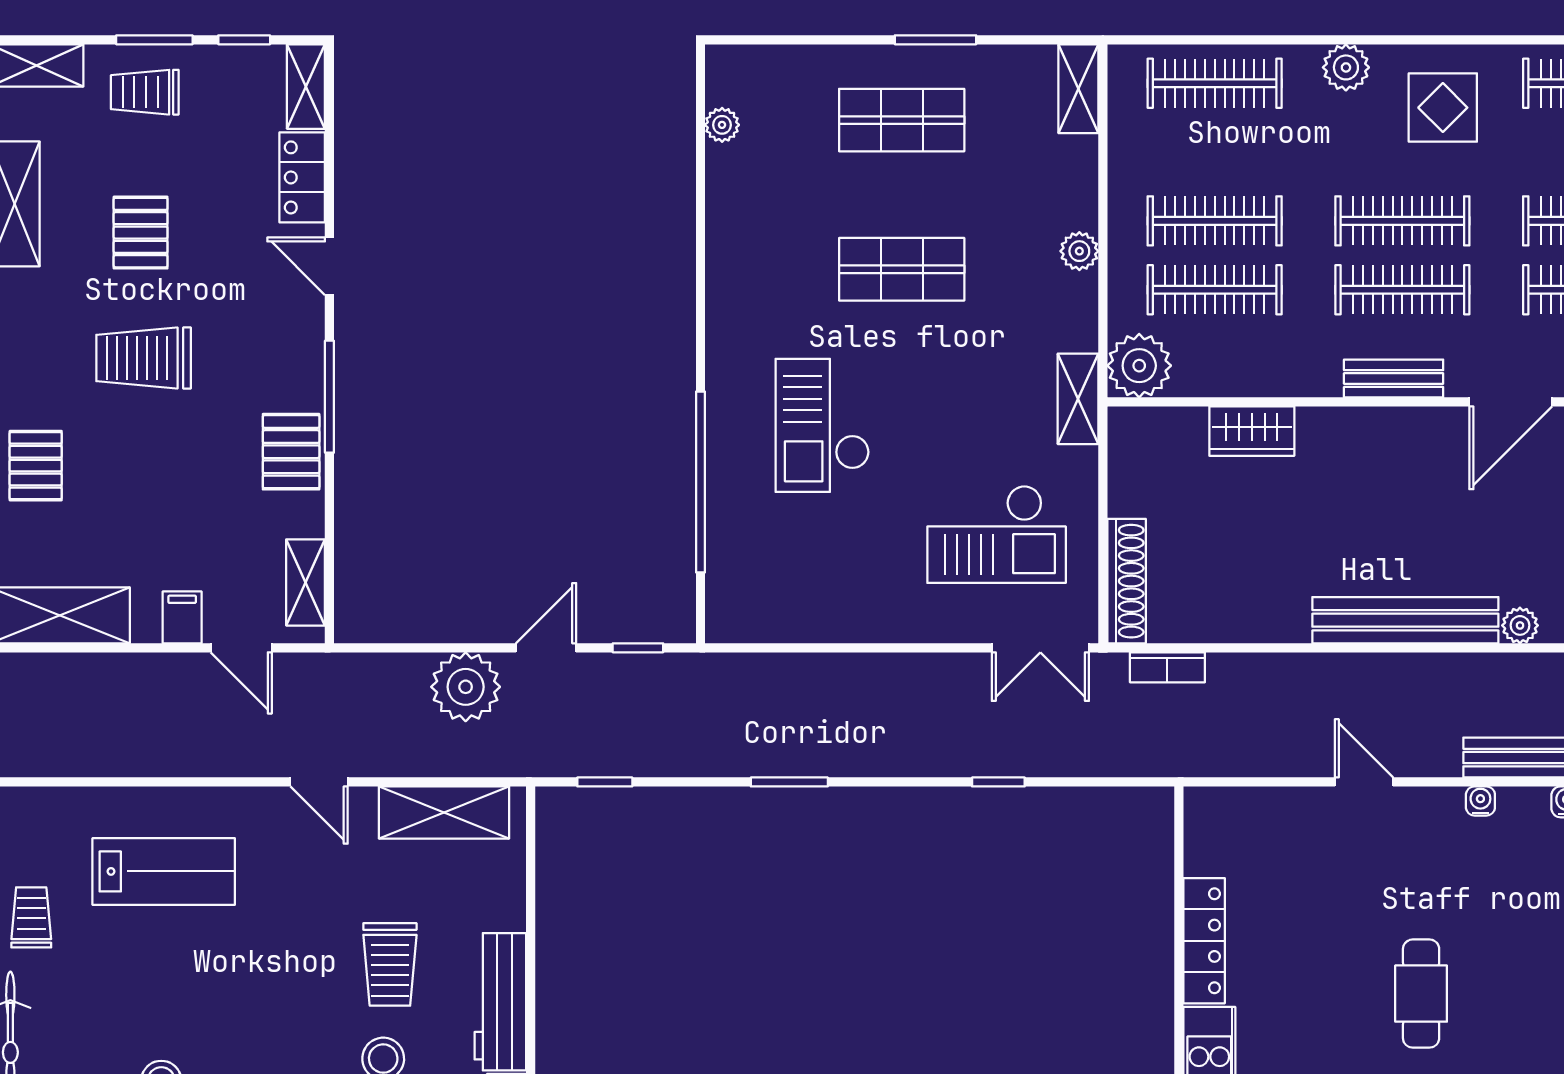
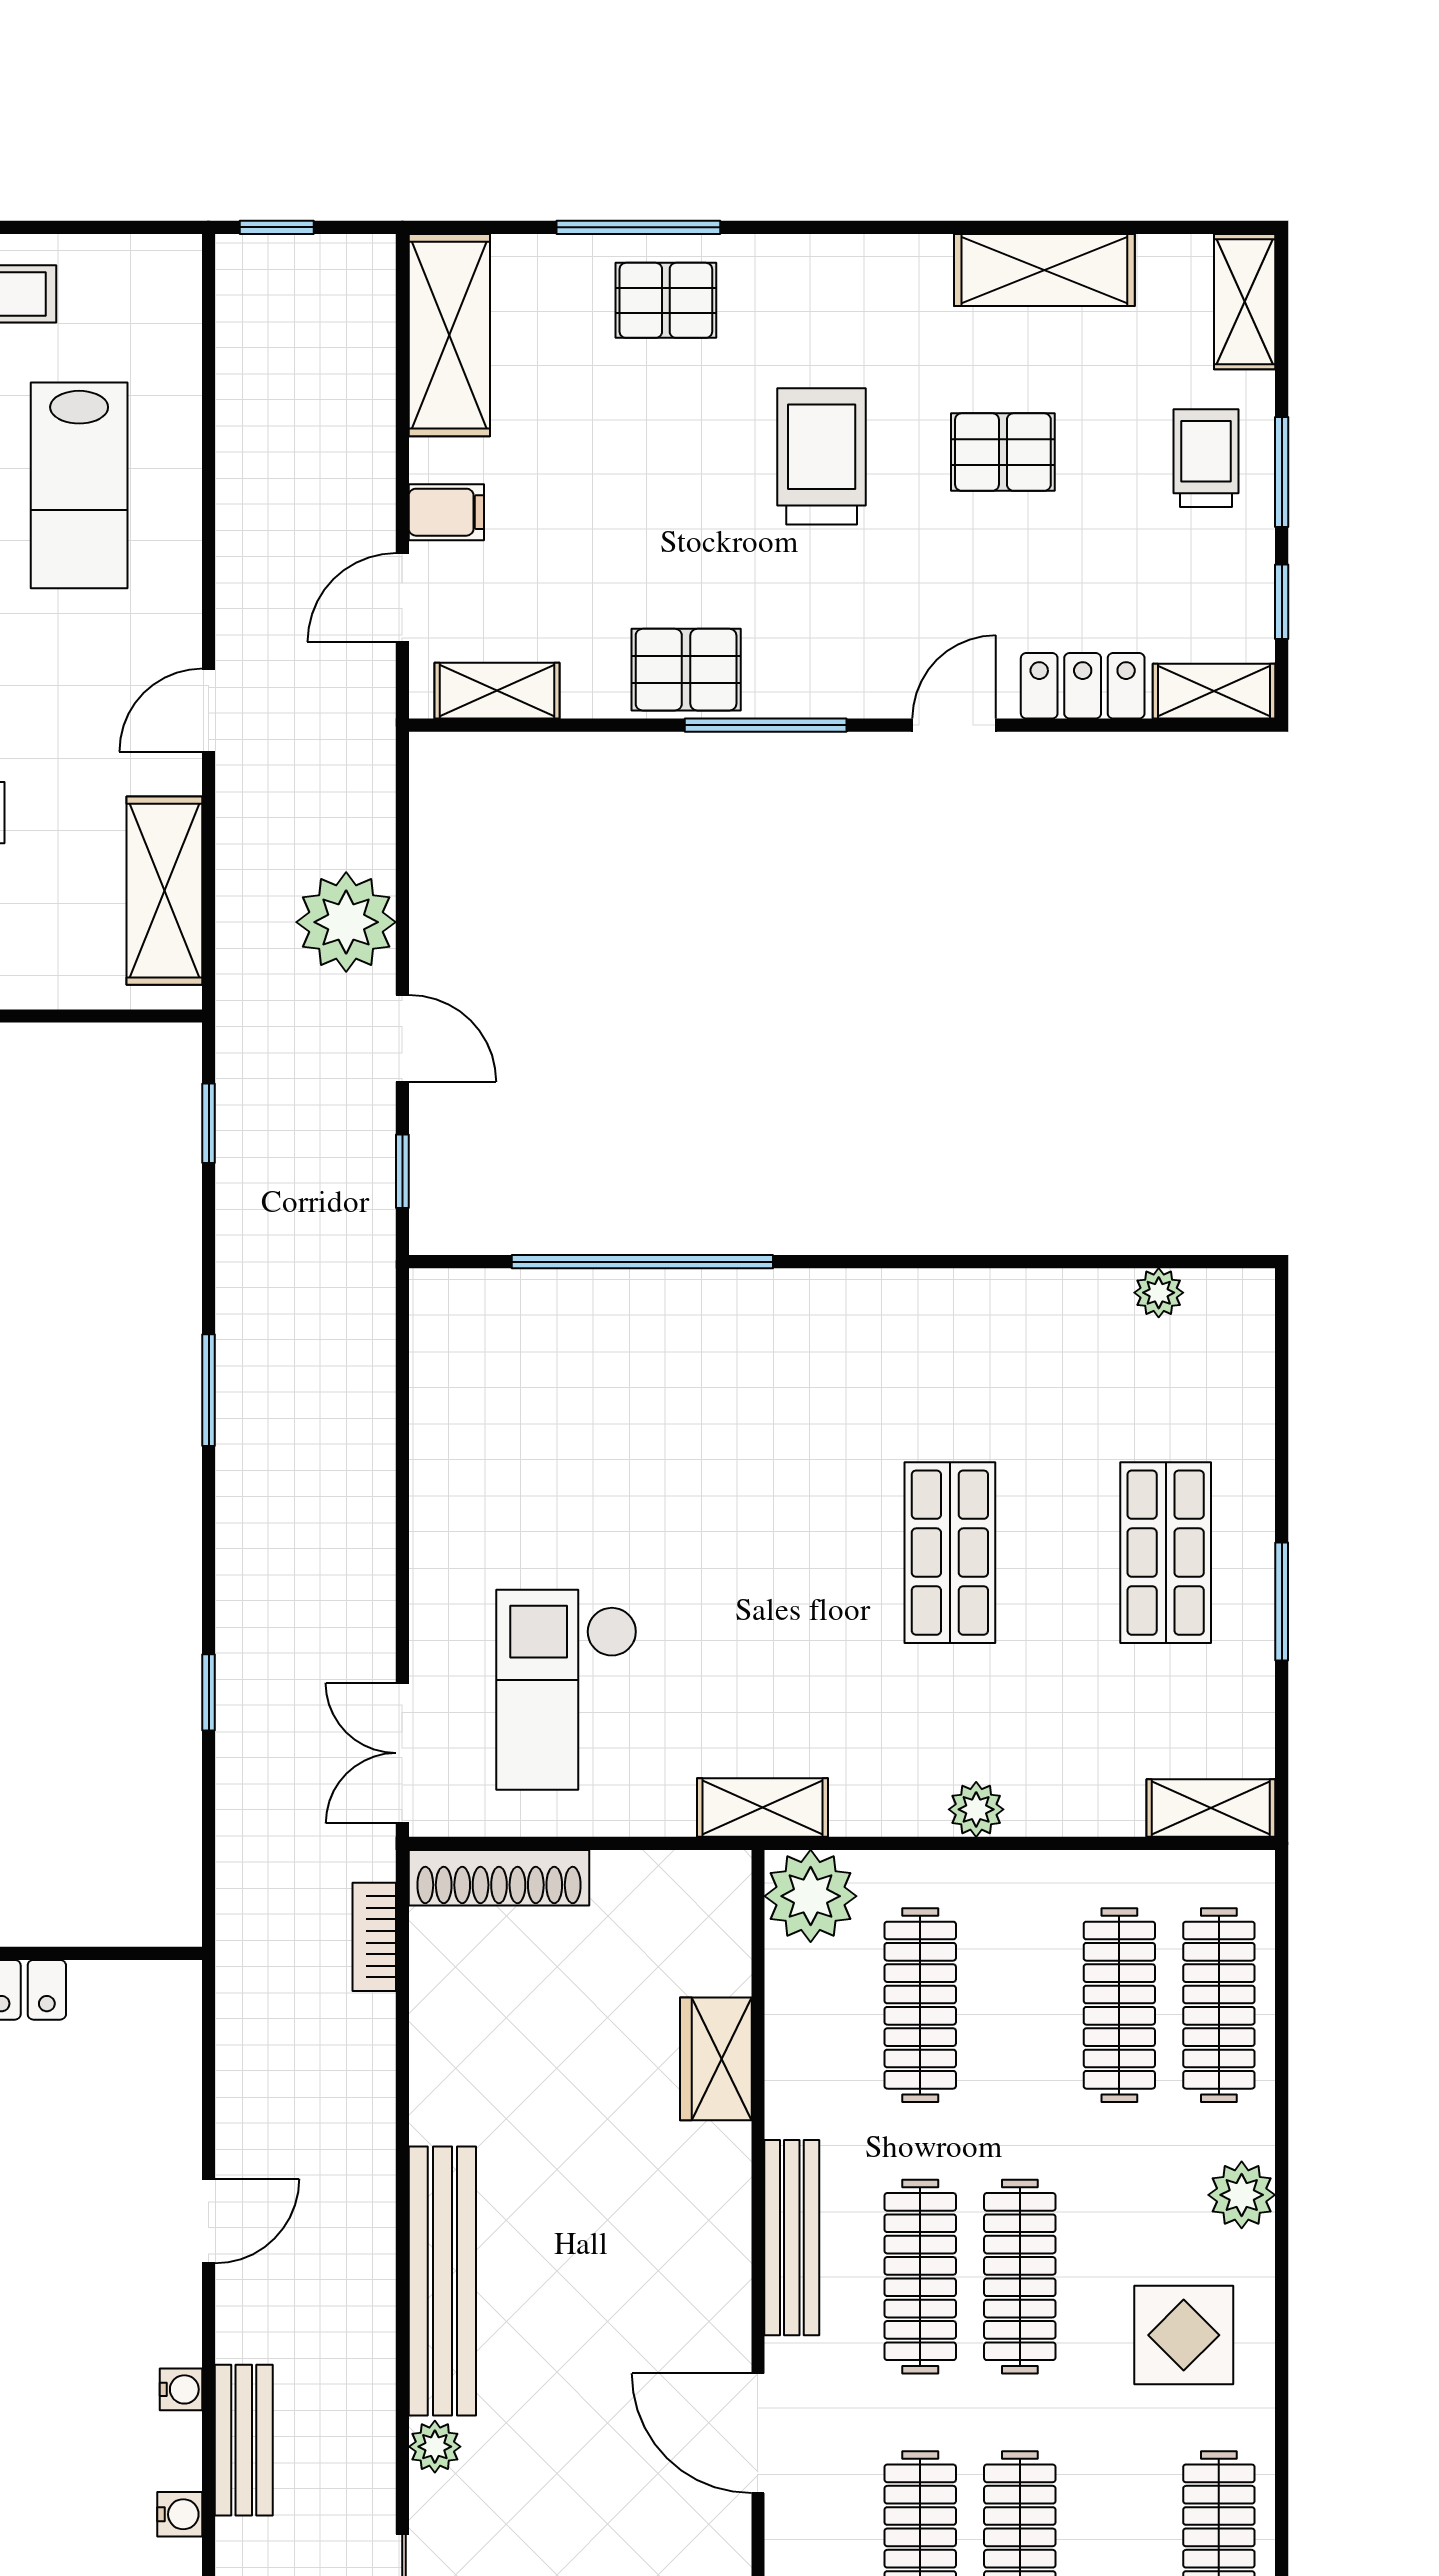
clothes rail: (1215, 221) -> (1119, 2005), moved
bench: (1394, 379) -> (792, 2238), width x1.36
checkout: (822, 425) -> (724, 1438), removed

